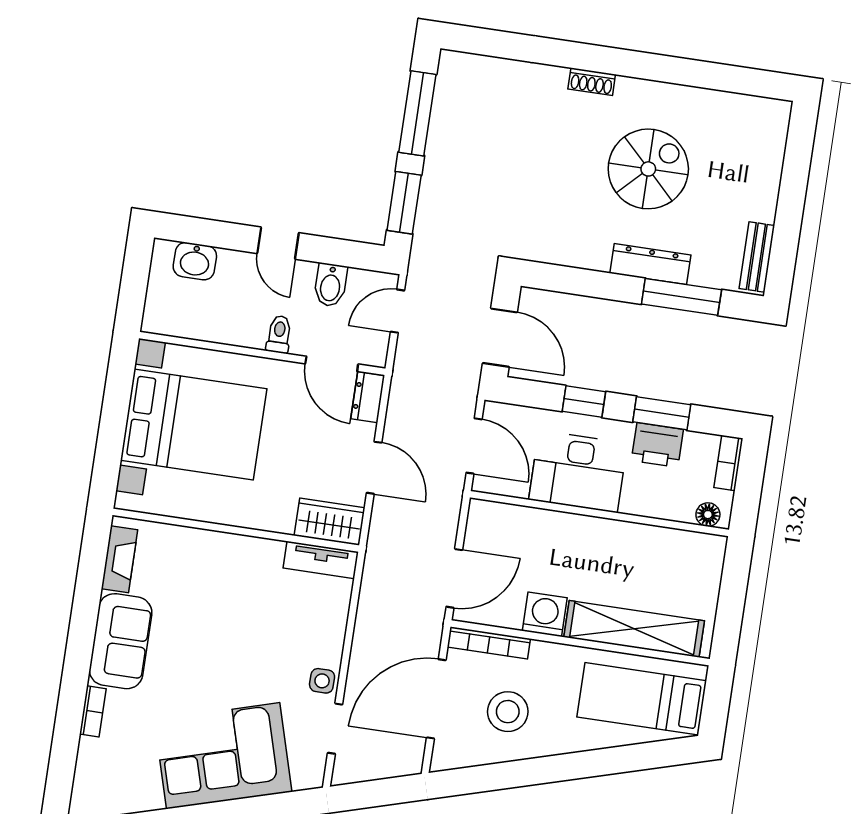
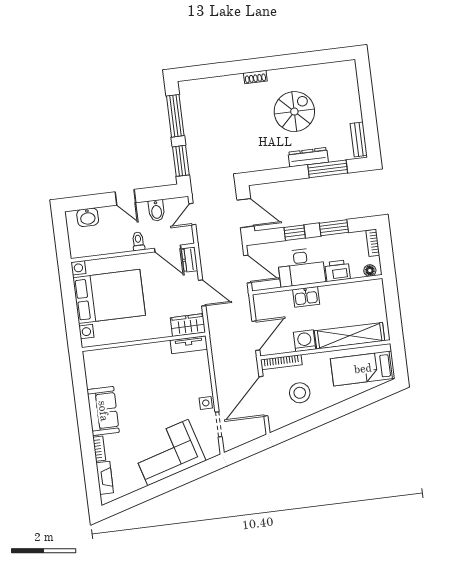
printer: (657, 445) -> (338, 271), moved, turned 180
kitchen sink: (571, 531) -> (306, 297), added
fireplace: (119, 559) -> (105, 478), moved

